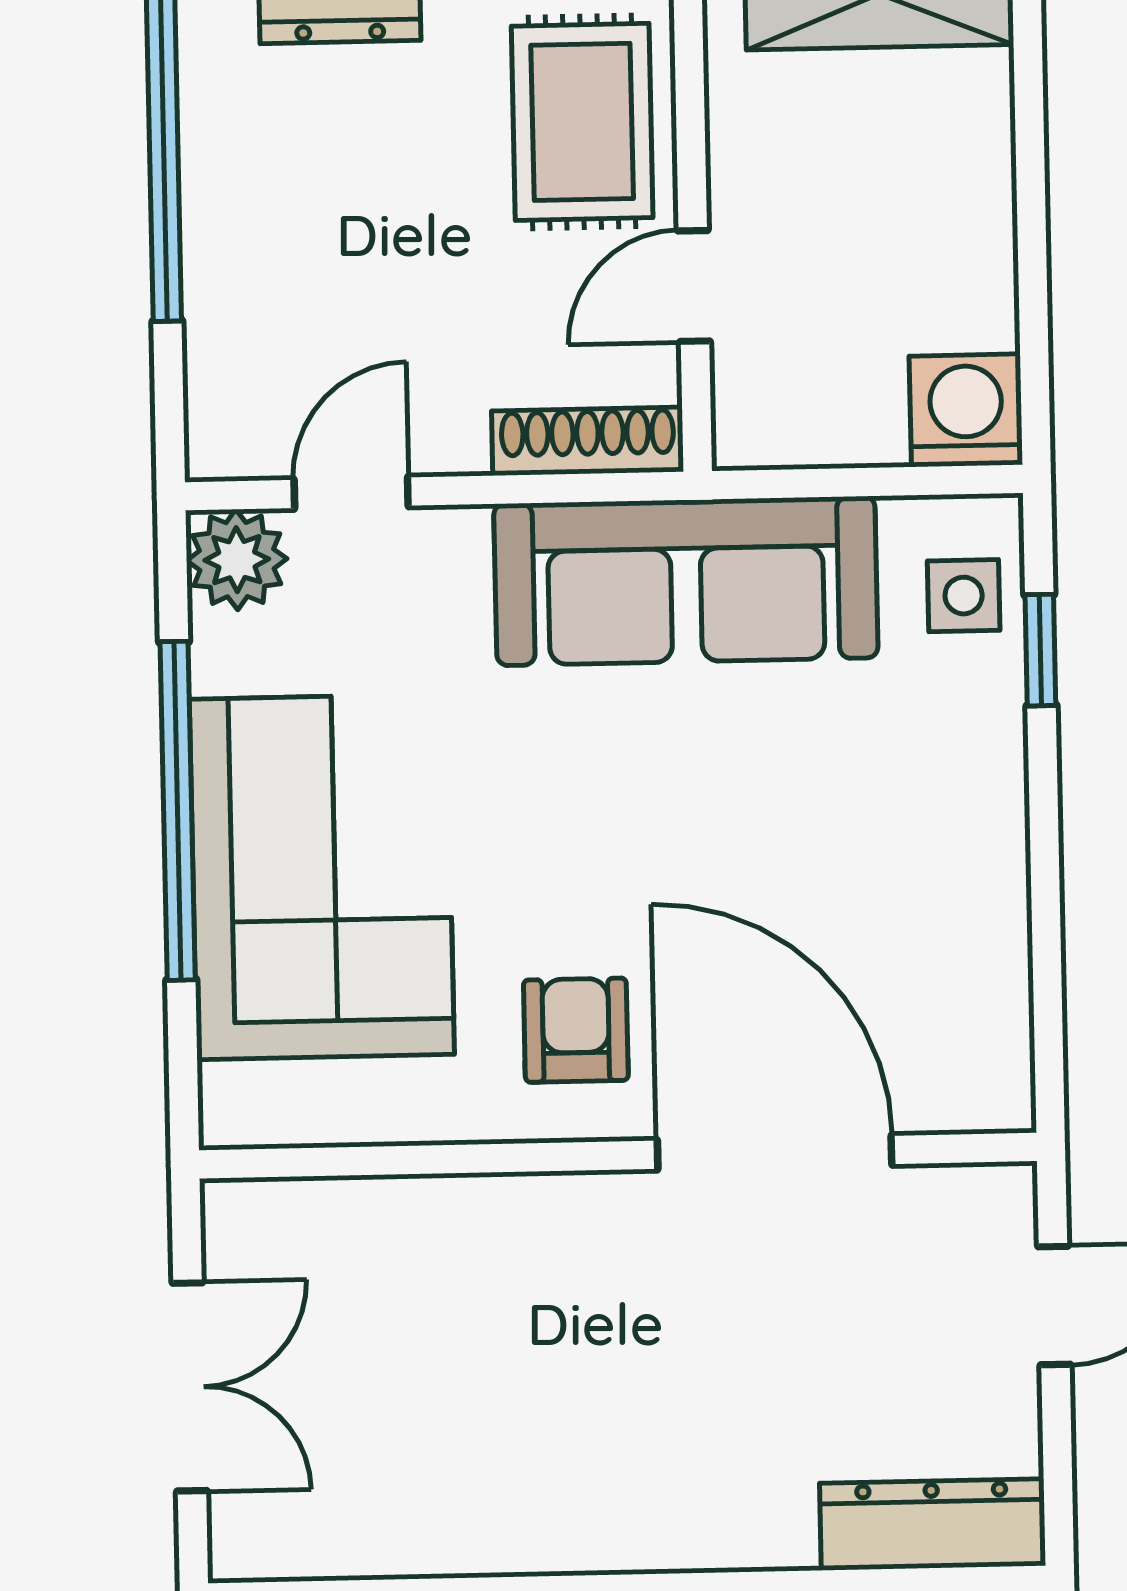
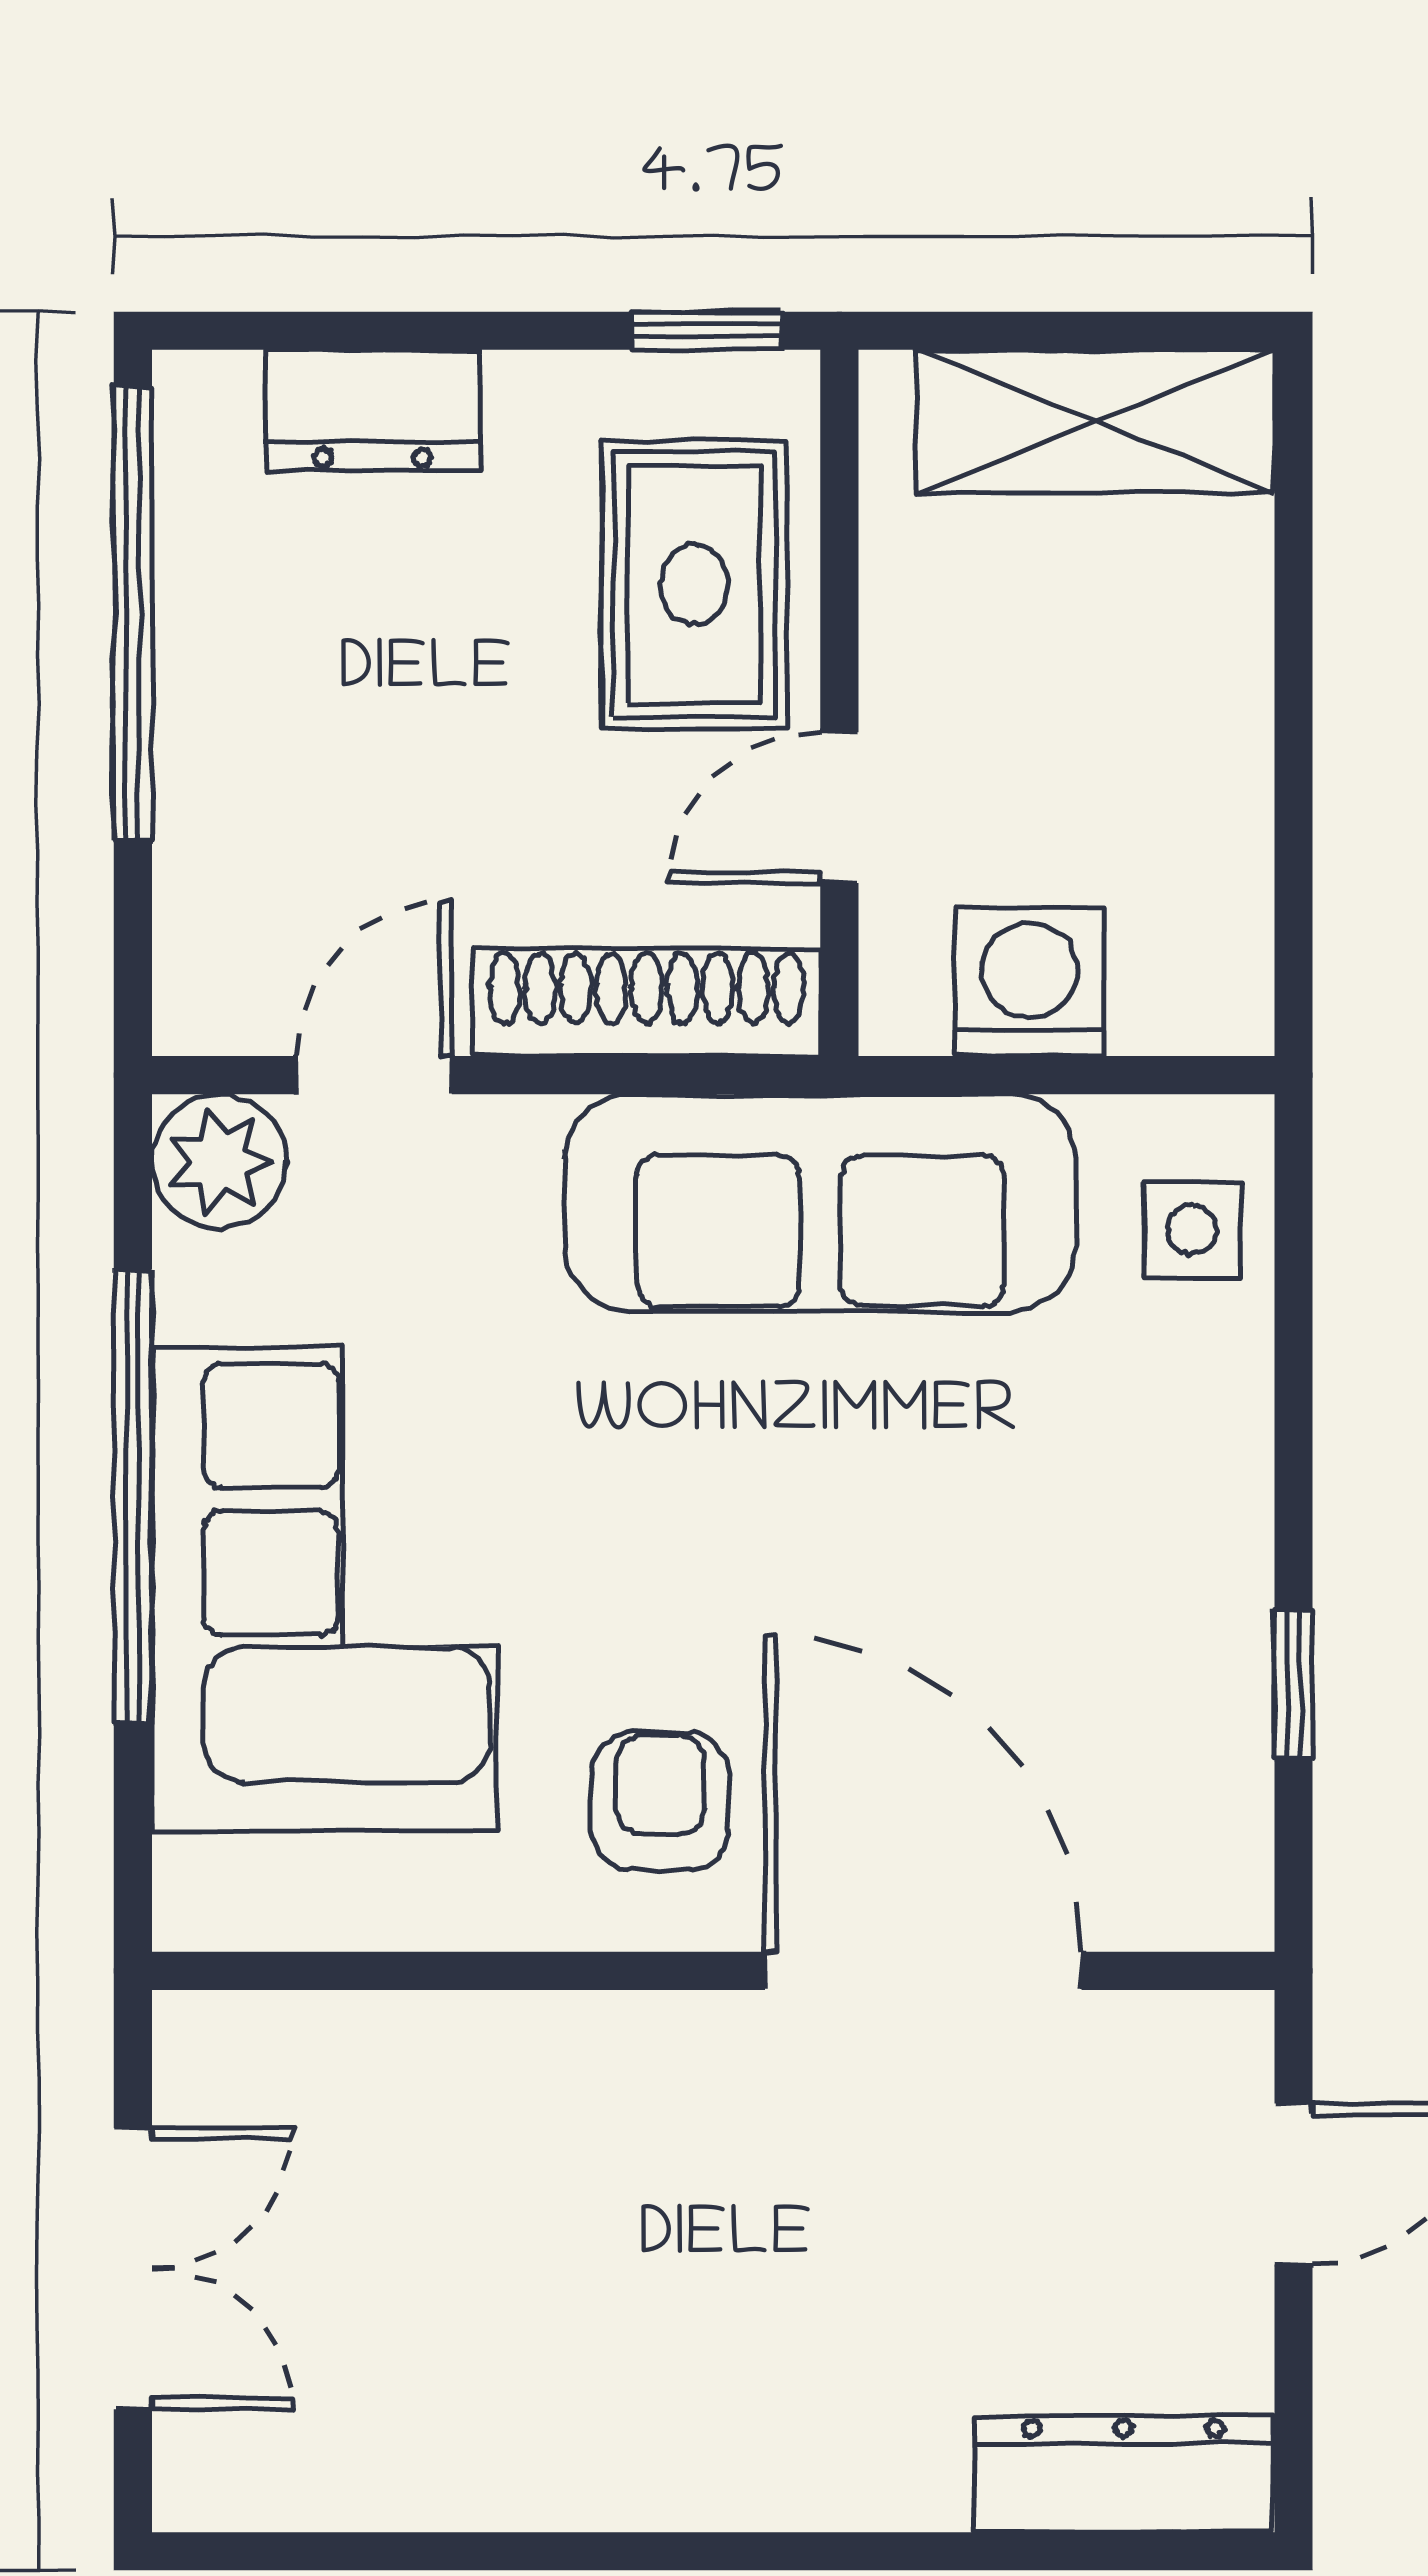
washing machine: (966, 410) -> (1030, 982), moved
shoe rack: (588, 441) -> (647, 1003), width x1.36, depth x1.24
window: (1040, 650) -> (1294, 1684), moved

